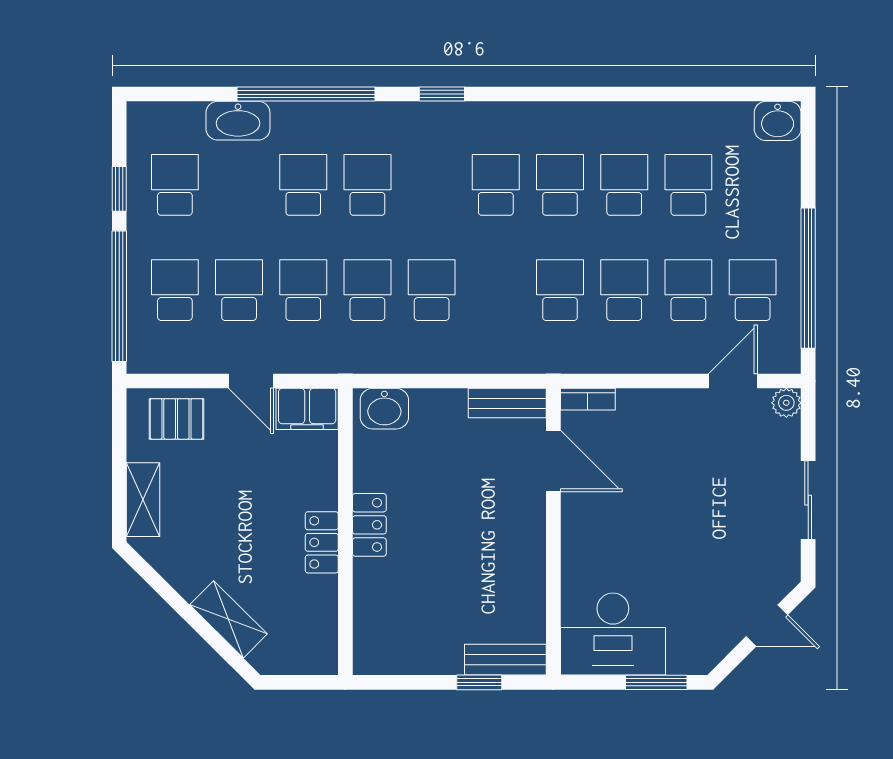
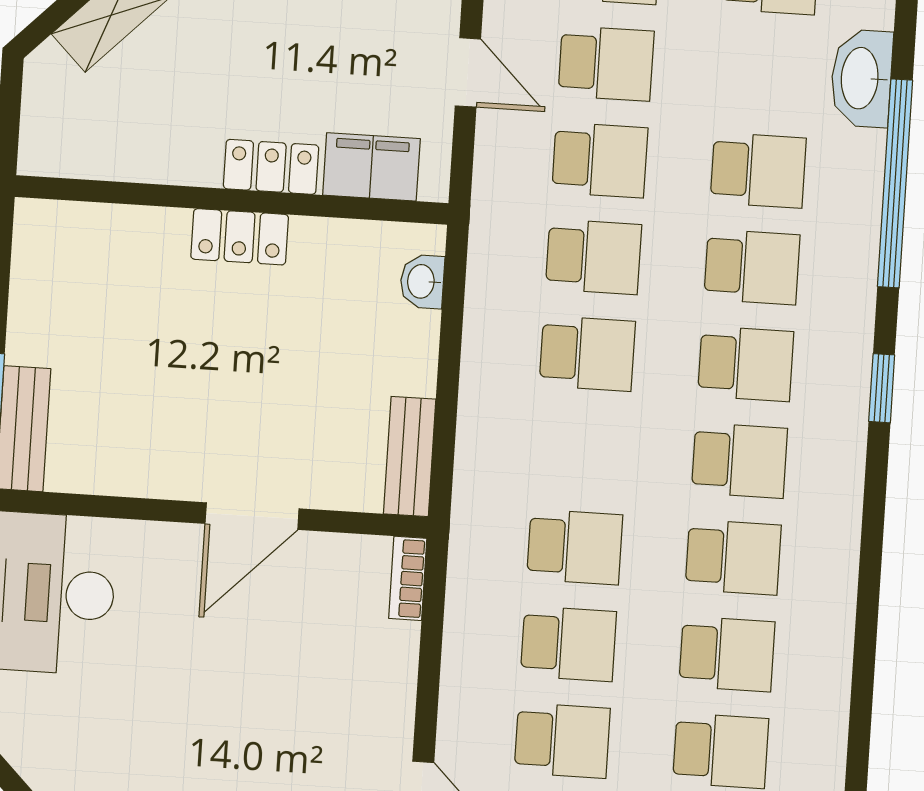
school desk: (432, 185) -> (746, 364), added
door: (251, 381) -> (468, 72), swing flipped
filing cabinet: (307, 409) -> (371, 167), moved, turned 90
washbasin: (384, 409) -> (422, 282), width x0.72, depth x0.69
door: (553, 461) -> (252, 516), moved
locker: (322, 542) -> (271, 167), moved

